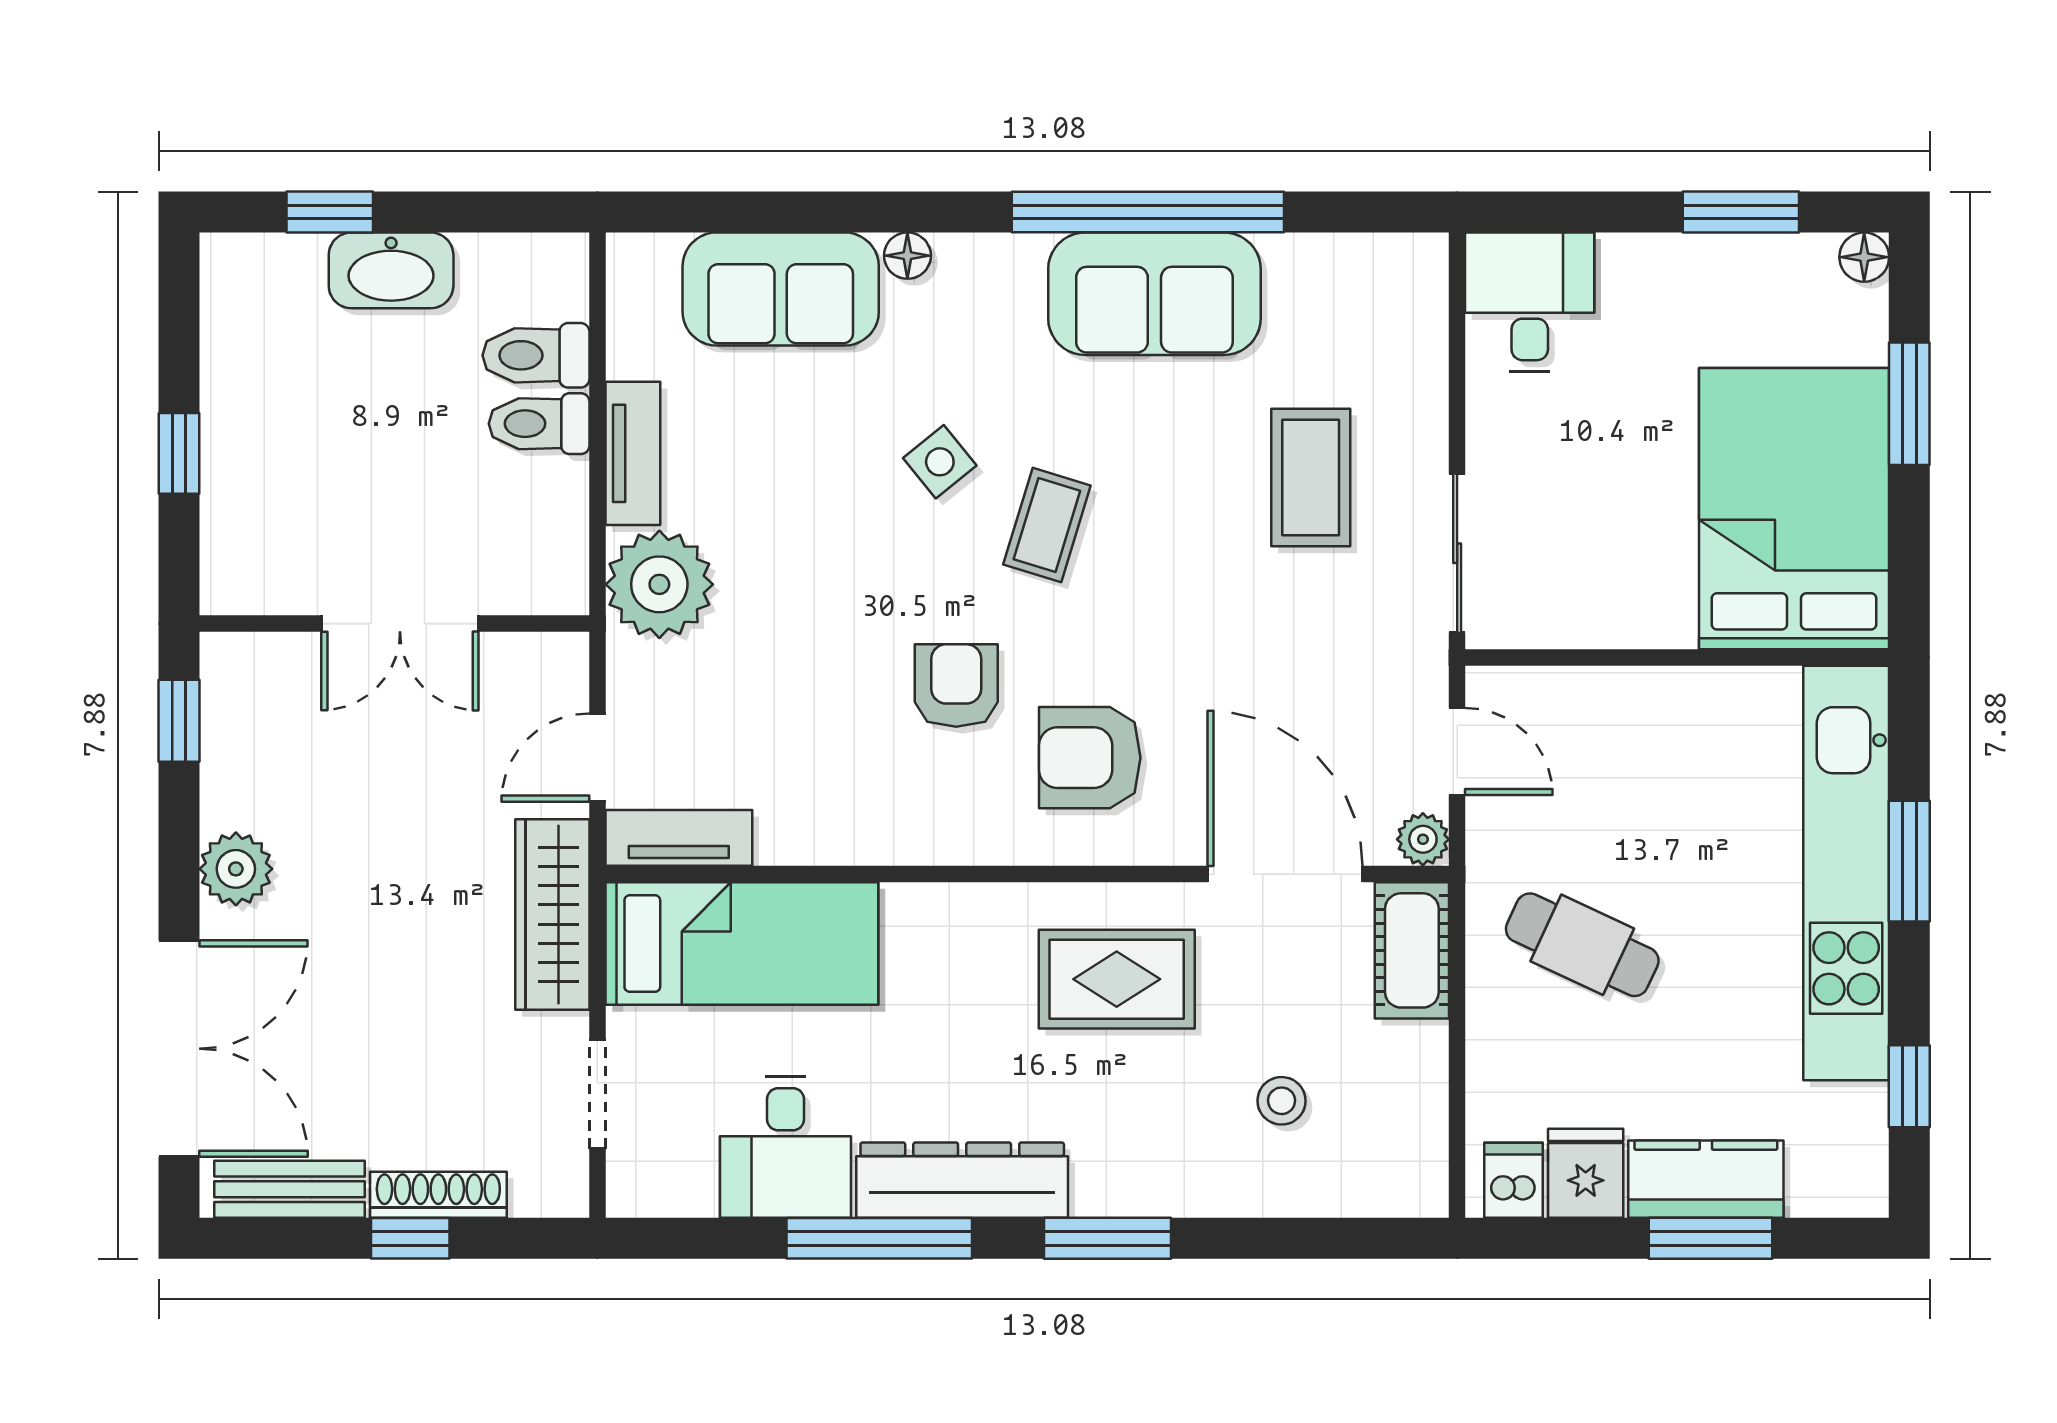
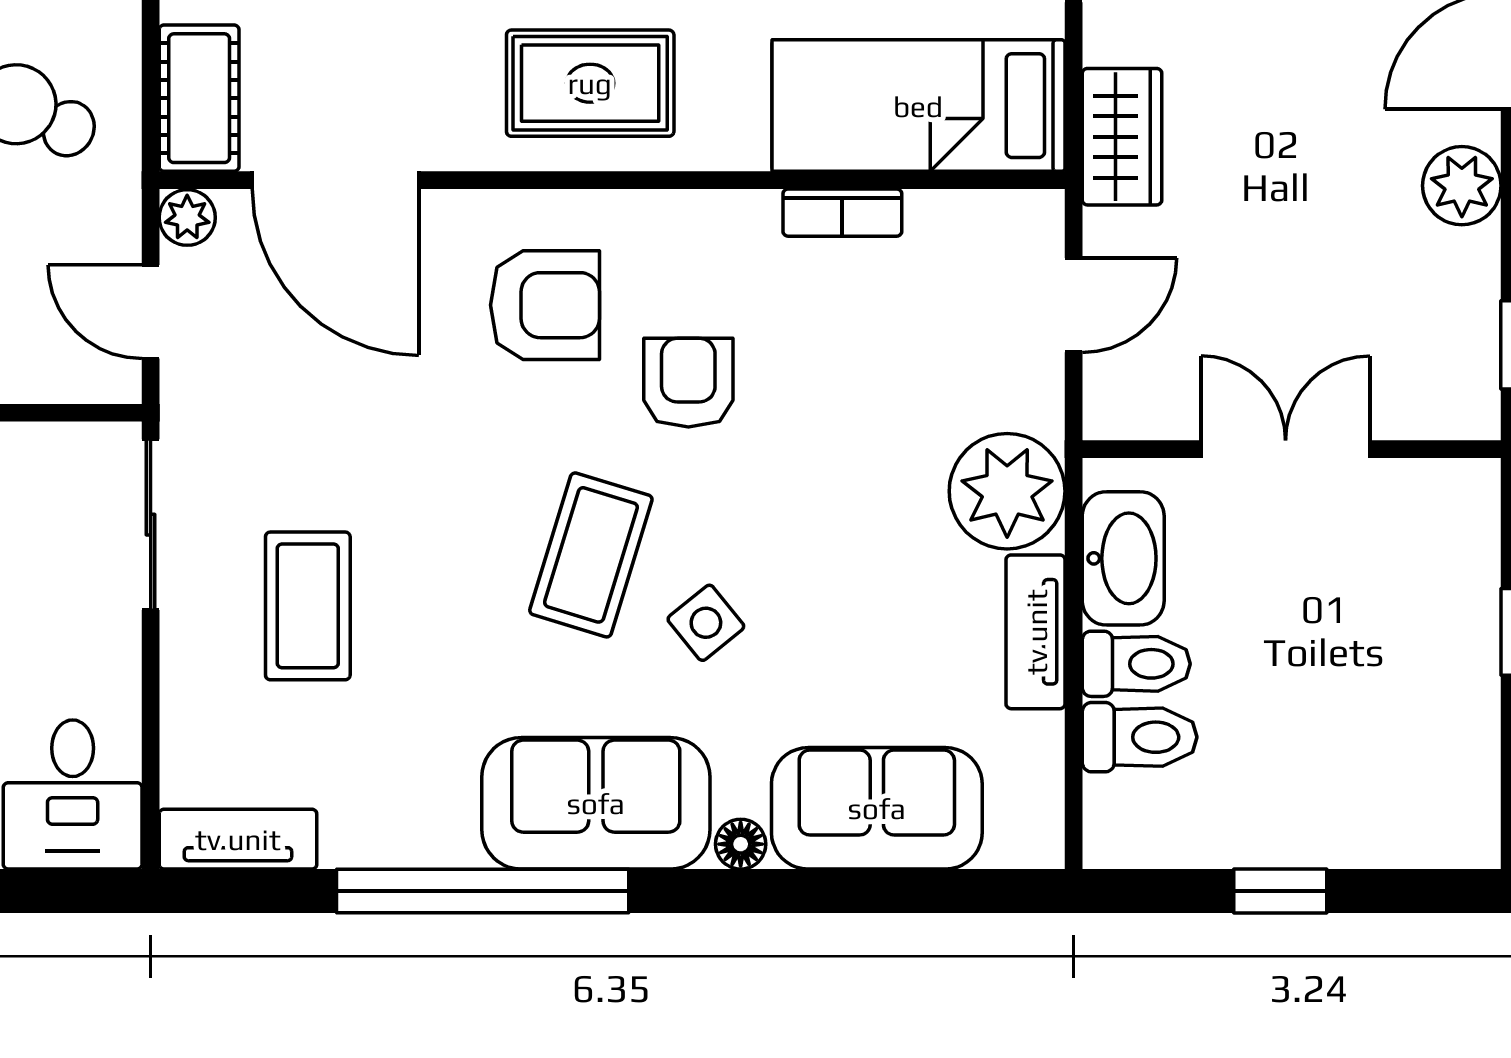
window: (330, 212) -> (1280, 891), moved
washbasin: (391, 270) -> (1123, 558), moved, turned 90
sofa: (1154, 294) -> (596, 803), moved
coffee table: (1047, 525) -> (591, 555), width x1.36, depth x1.30
armchair: (956, 685) -> (688, 383), turned 180
tv unit: (679, 838) -> (238, 839), moved, turned 180
bookcase: (813, 844) -> (842, 213), added
wardrobe: (552, 915) -> (1122, 137), width x0.67
rug: (1117, 979) -> (590, 83), moved

